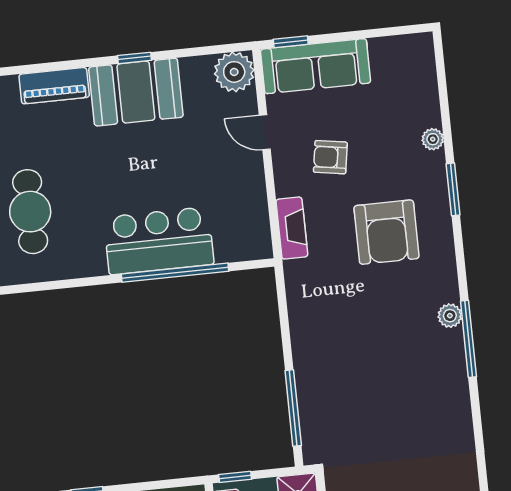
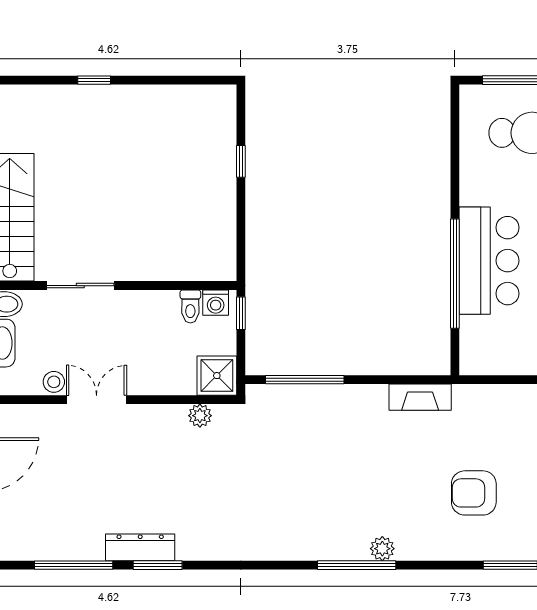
fireplace: (292, 228) -> (420, 397), moved
armchair: (386, 232) -> (474, 493), width x0.73, depth x0.73

